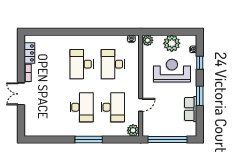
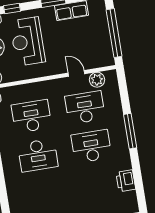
desk: (113, 64) -> (31, 116), turned 180
printer: (50, 130) -> (126, 181), added
plant: (133, 130) -> (97, 80), moved

